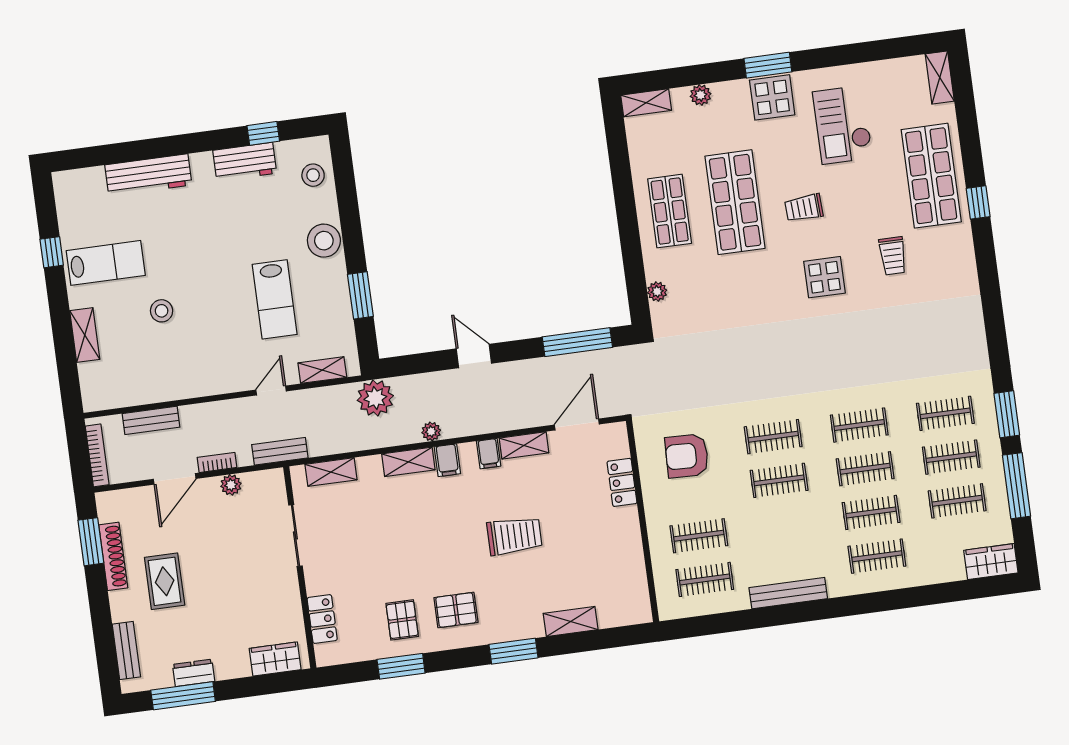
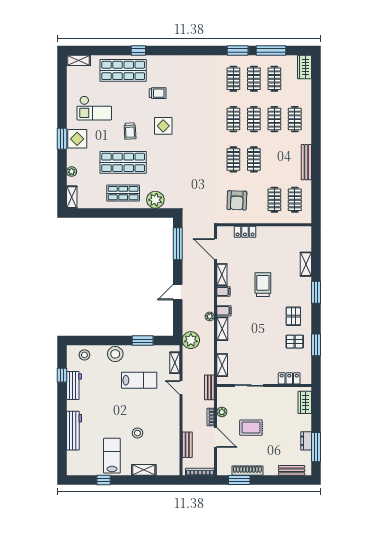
plant: (657, 291) -> (155, 200), width x1.88, depth x1.88
rug: (165, 581) -> (251, 428), moved

